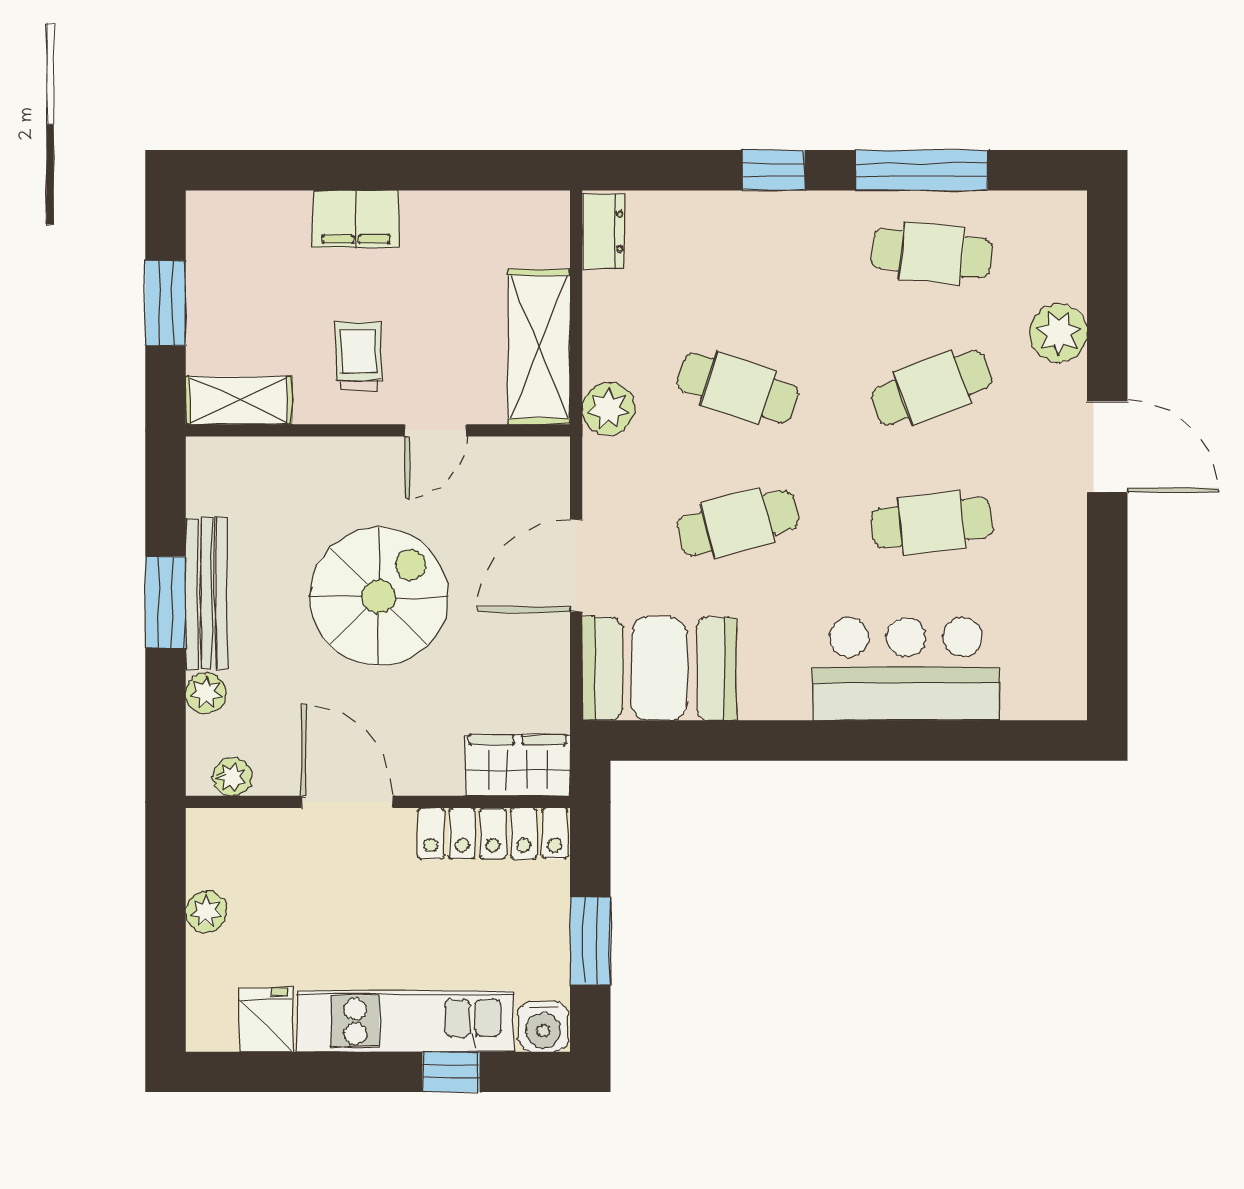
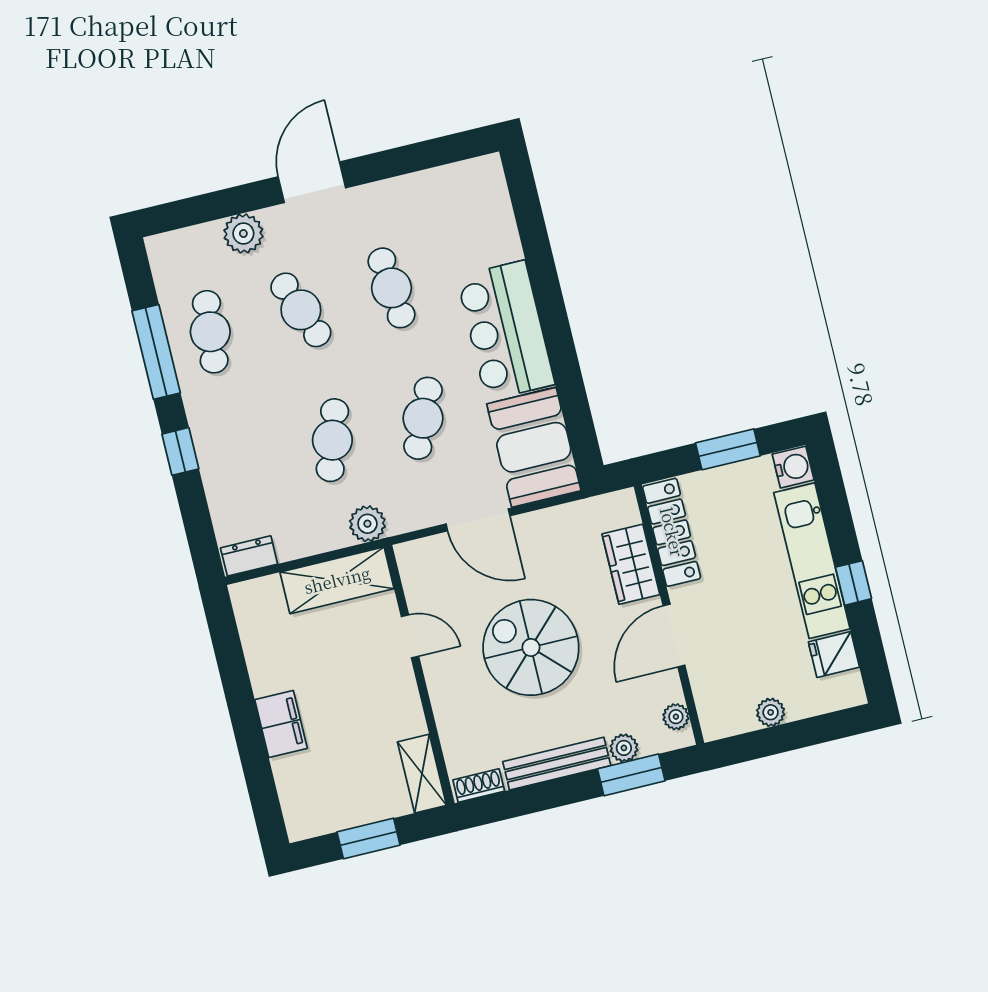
trolley: (359, 356) -> (372, 700), removed
shoe rack: (202, 476) -> (479, 786), added
cafe table: (738, 523) -> (423, 418), turned 39
window: (165, 602) -> (631, 775), moved
bar counter: (906, 669) -> (506, 330), moved
wardrobe: (518, 765) -> (631, 564), moved
window: (451, 1072) -> (853, 583), moved

